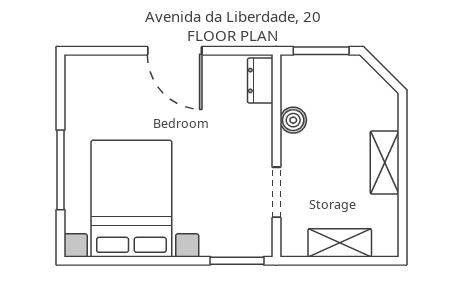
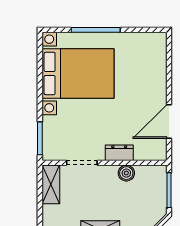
door: (175, 51) -> (169, 122), moved
dresser: (260, 81) -> (119, 153), moved
shelving: (340, 243) -> (51, 184), moved

